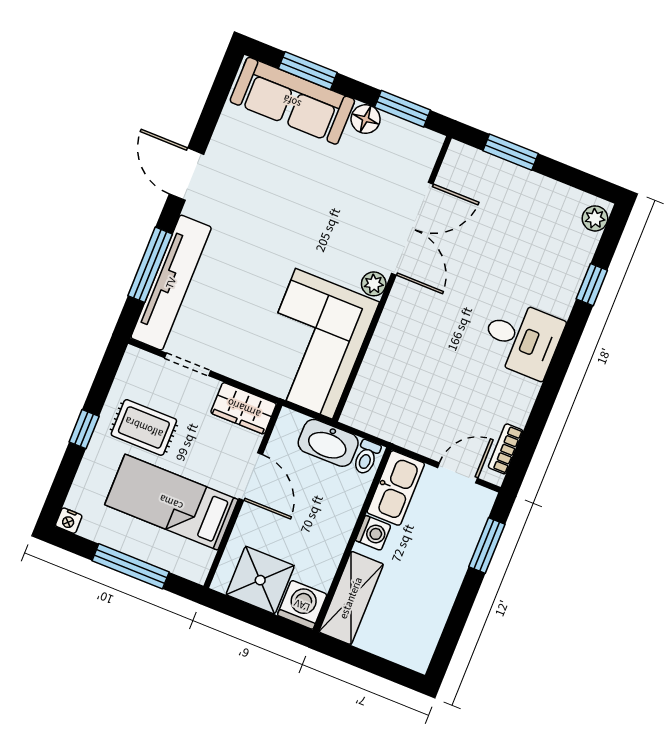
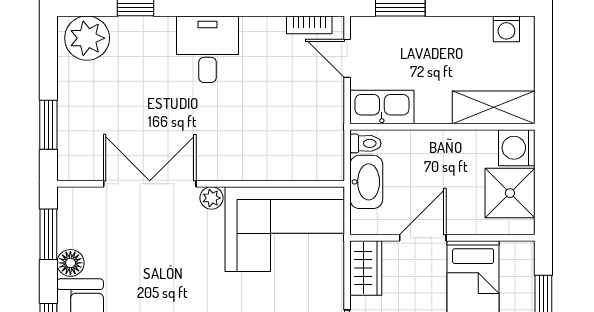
plant: (595, 218) -> (87, 38), width x1.88, depth x1.88
washing machine: (373, 533) -> (506, 29), moved, turned 180

